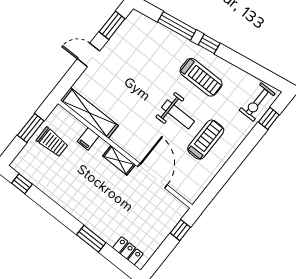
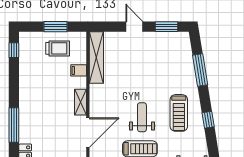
window: (209, 44) -> (208, 120), moved
weight bench: (178, 114) -> (142, 117), turned 180
trolley: (52, 142) -> (58, 48), turned -90
window: (91, 239) -> (14, 125), width x1.44

